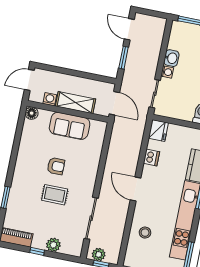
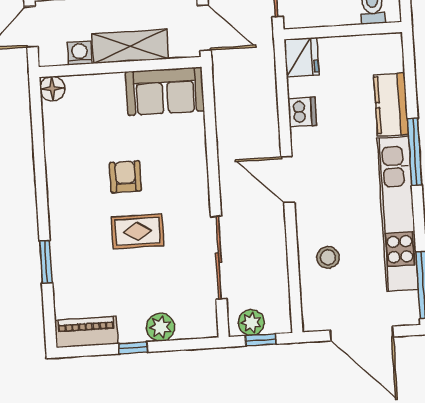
sofa: (70, 126) -> (165, 91), moved
armchair: (56, 166) -> (125, 177), turned -90

